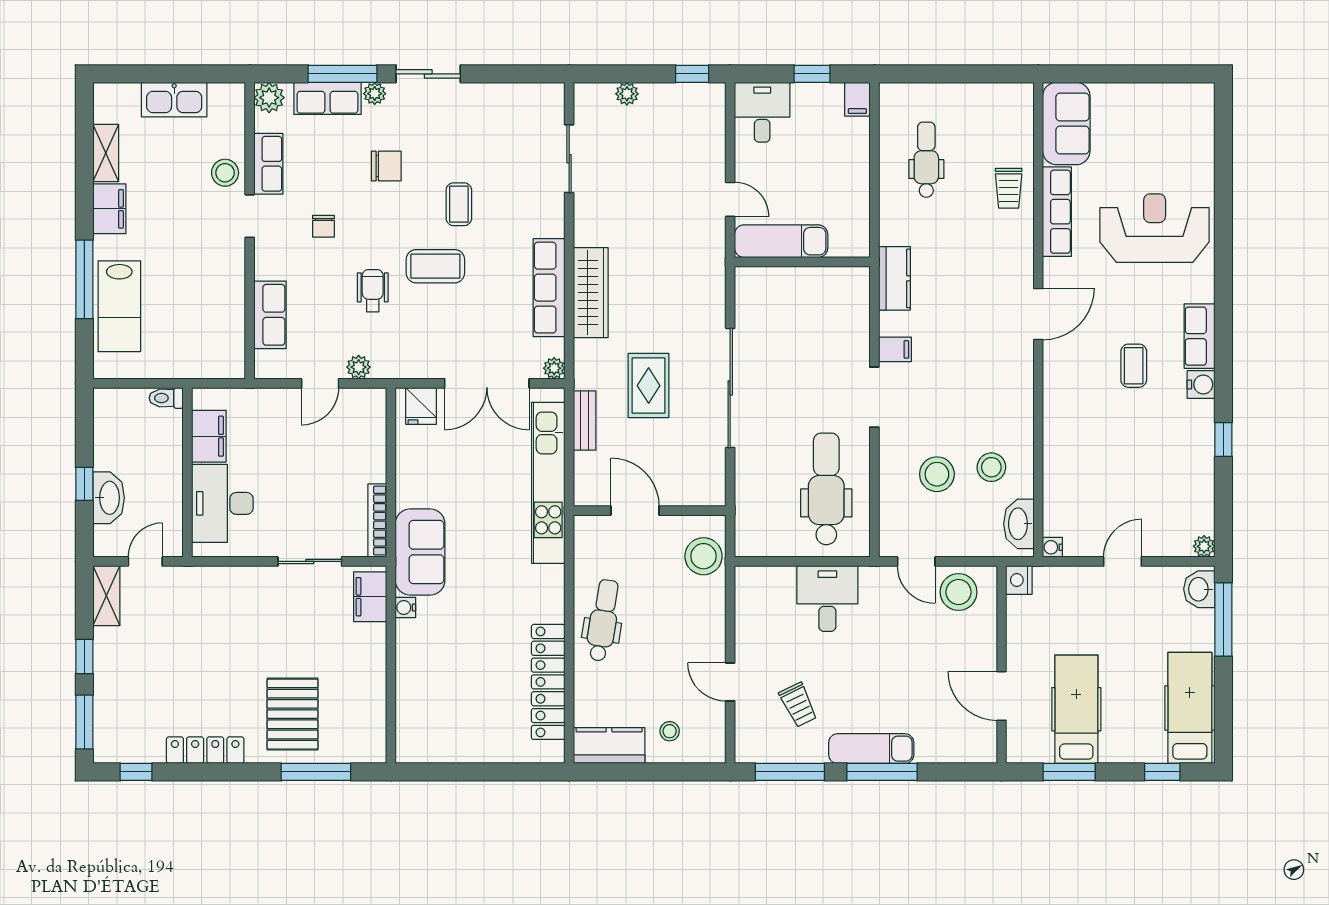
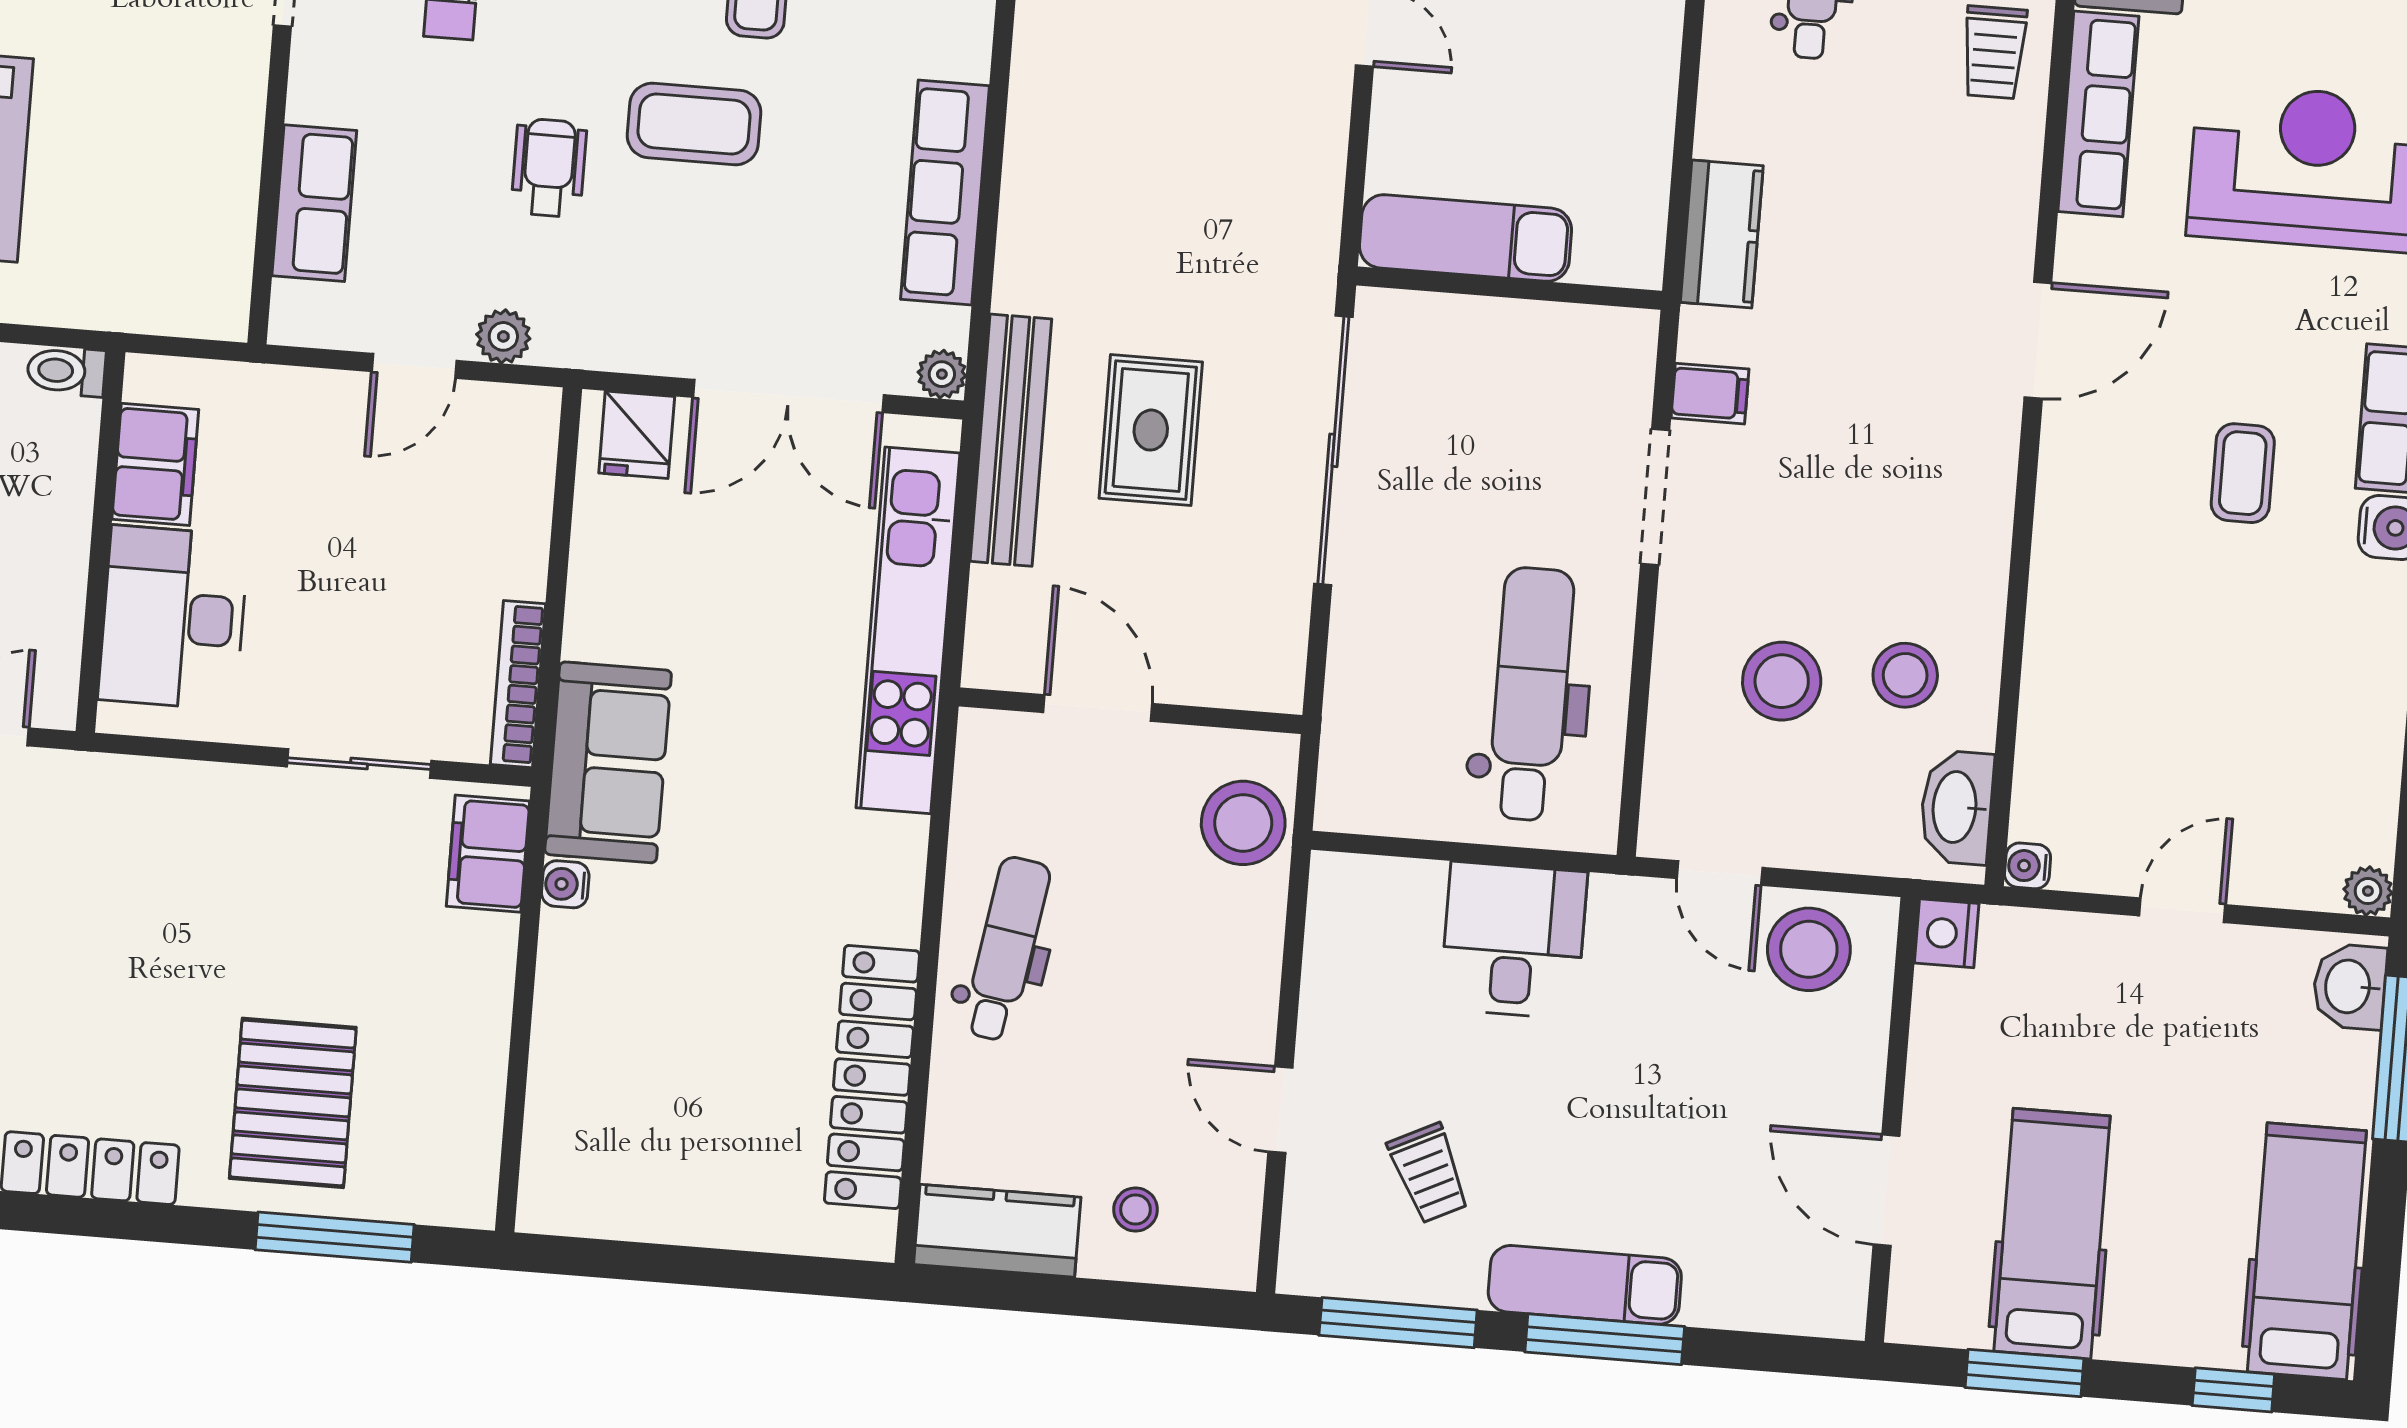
exam couch: (781, 241) -> (1465, 238), moved
wall: (802, 262) -> (1509, 288), moved
wardrobe: (591, 293) -> (1038, 211), removed
bench: (585, 421) -> (1011, 440), width x1.86, depth x1.21

